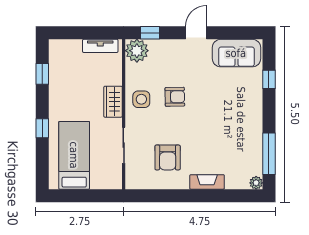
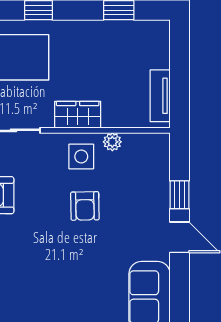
window: (150, 33) -> (179, 195), moved
plant: (137, 51) -> (112, 142), moved, width x0.53, depth x0.53

